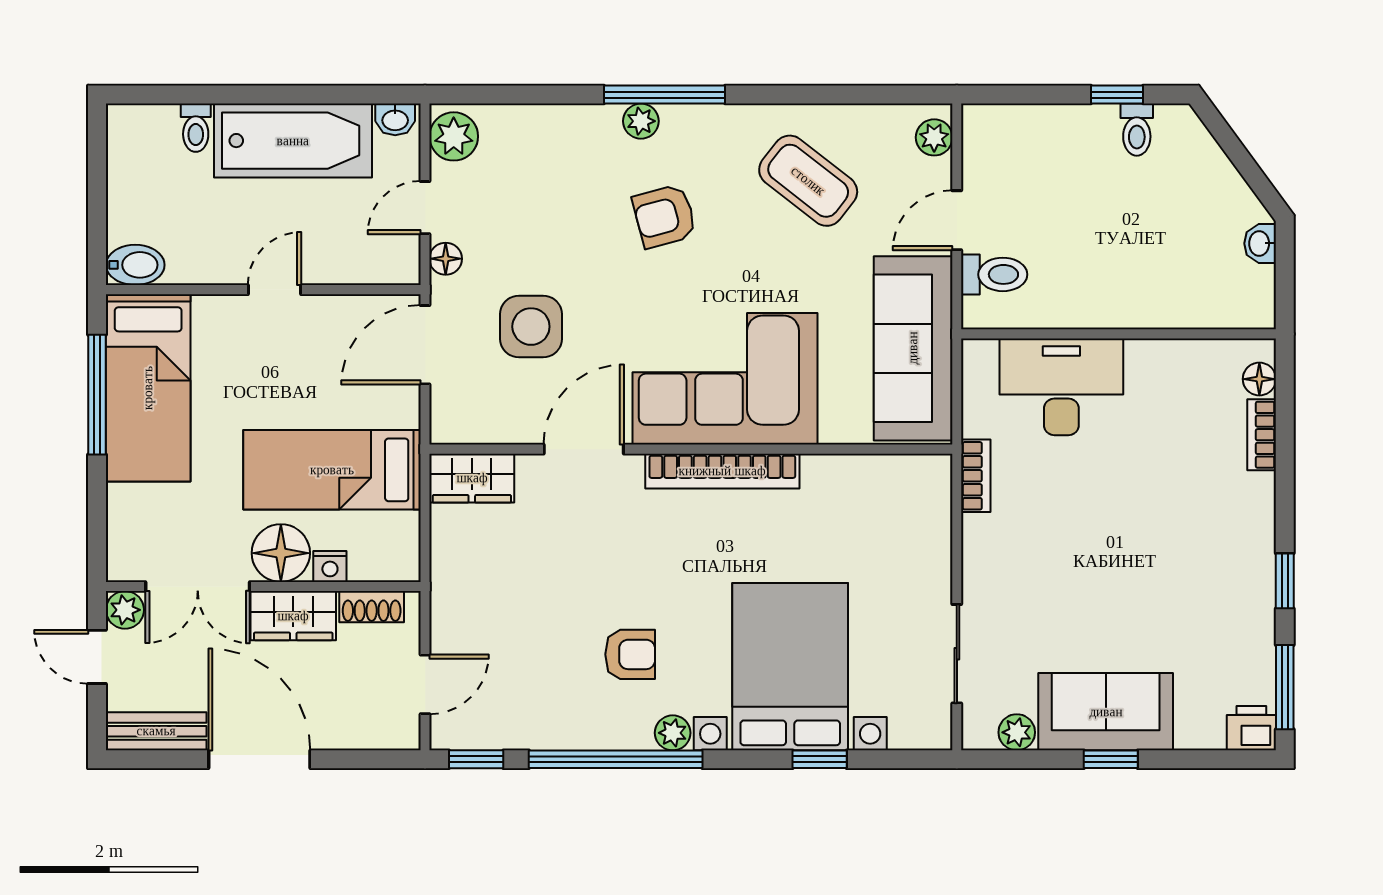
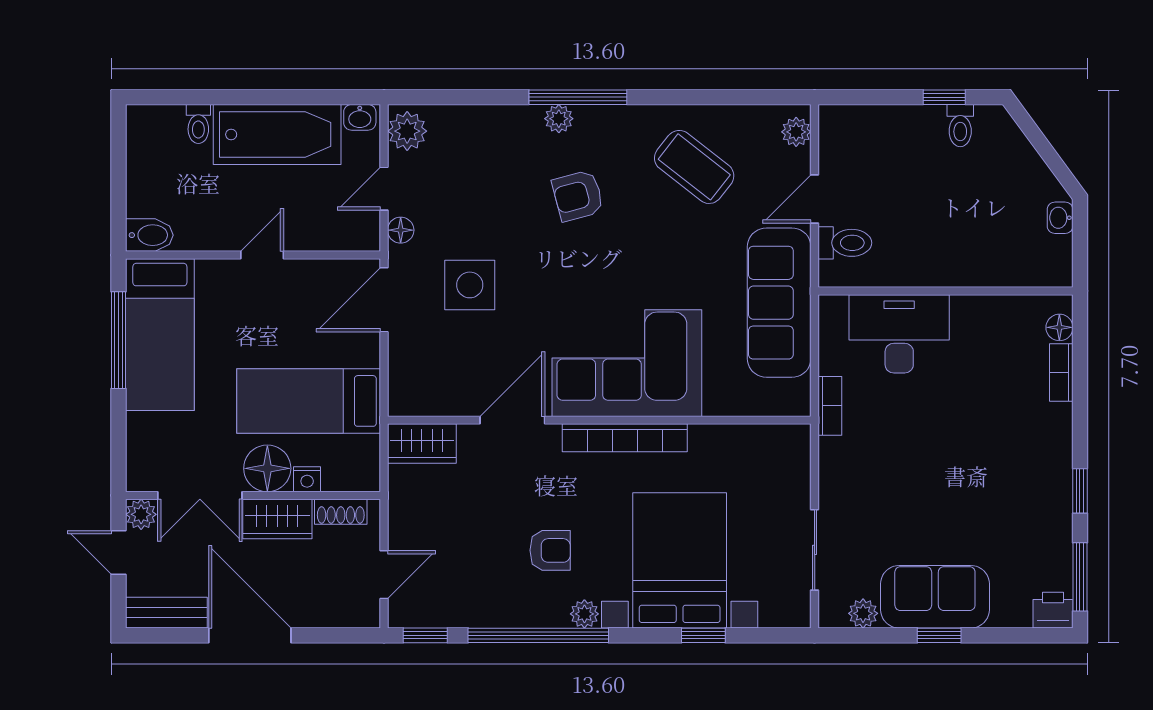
corner sofa: (725, 379) -> (627, 363), moved
door: (584, 449) -> (512, 420), moved
wall: (691, 449) -> (599, 420), moved
bookcase: (722, 471) -> (625, 438), moved
wardrobe: (472, 478) -> (422, 444), moved

